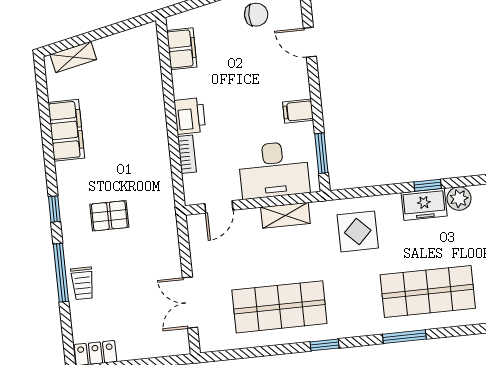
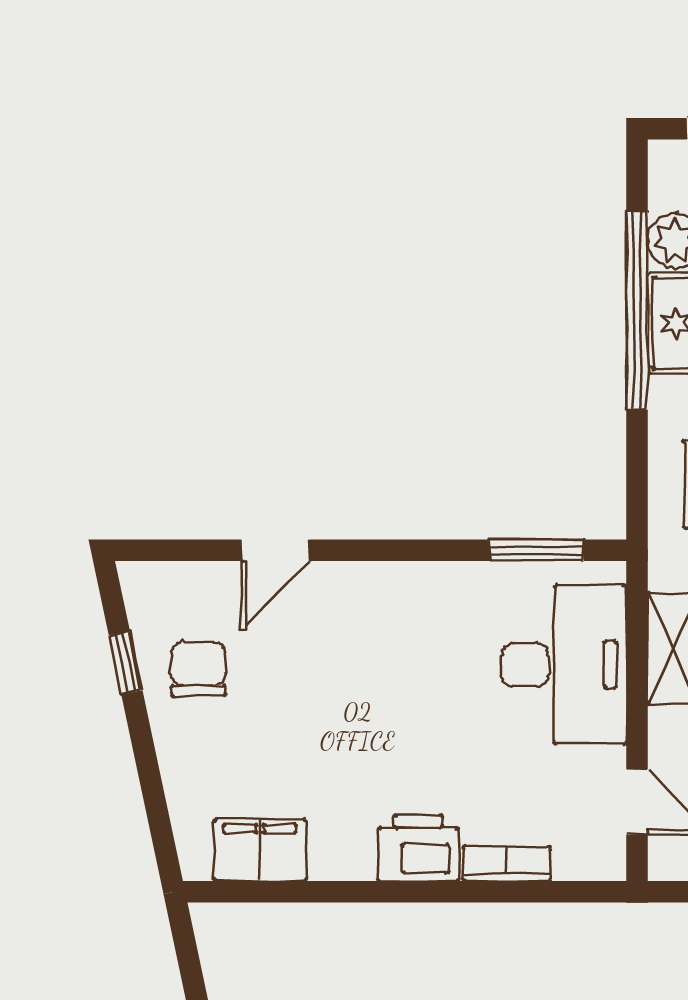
filing cabinet: (298, 111) -> (433, 595), removed
window: (428, 185) -> (637, 311), width x3.17

